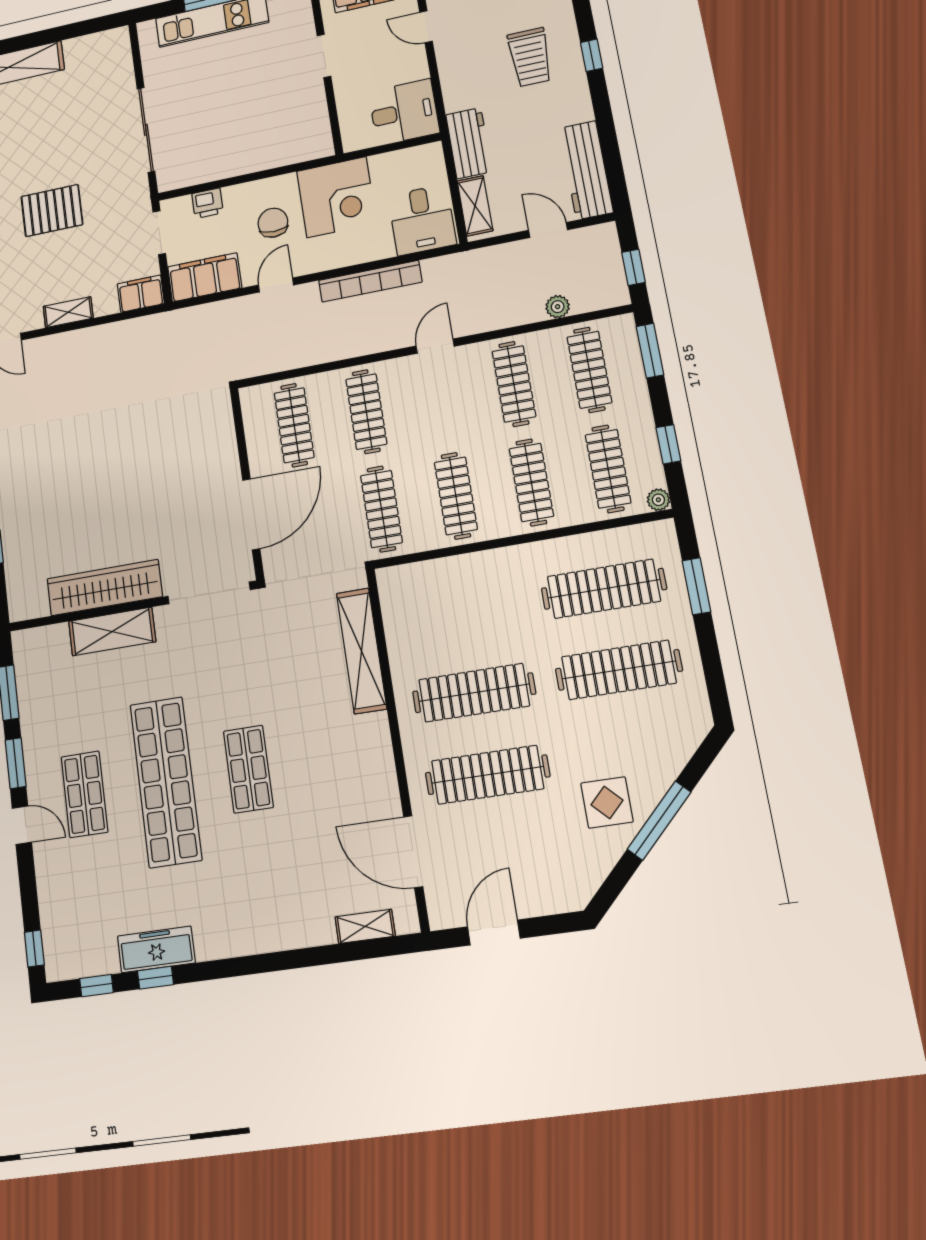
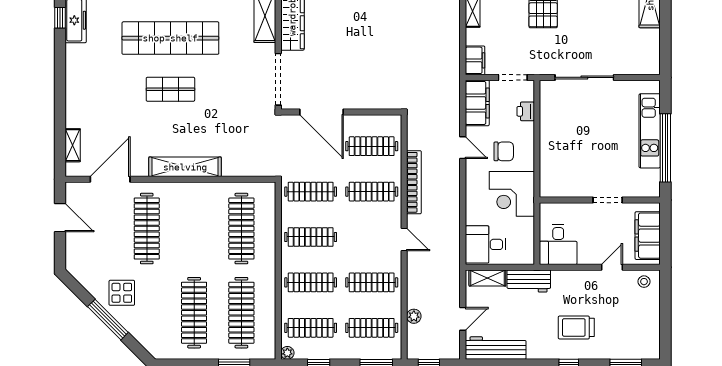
bookcase: (370, 281) -> (414, 182), moved, turned 180
shelving: (361, 651) -> (185, 167), moved
clothes rail: (474, 693) -> (241, 229), moved

